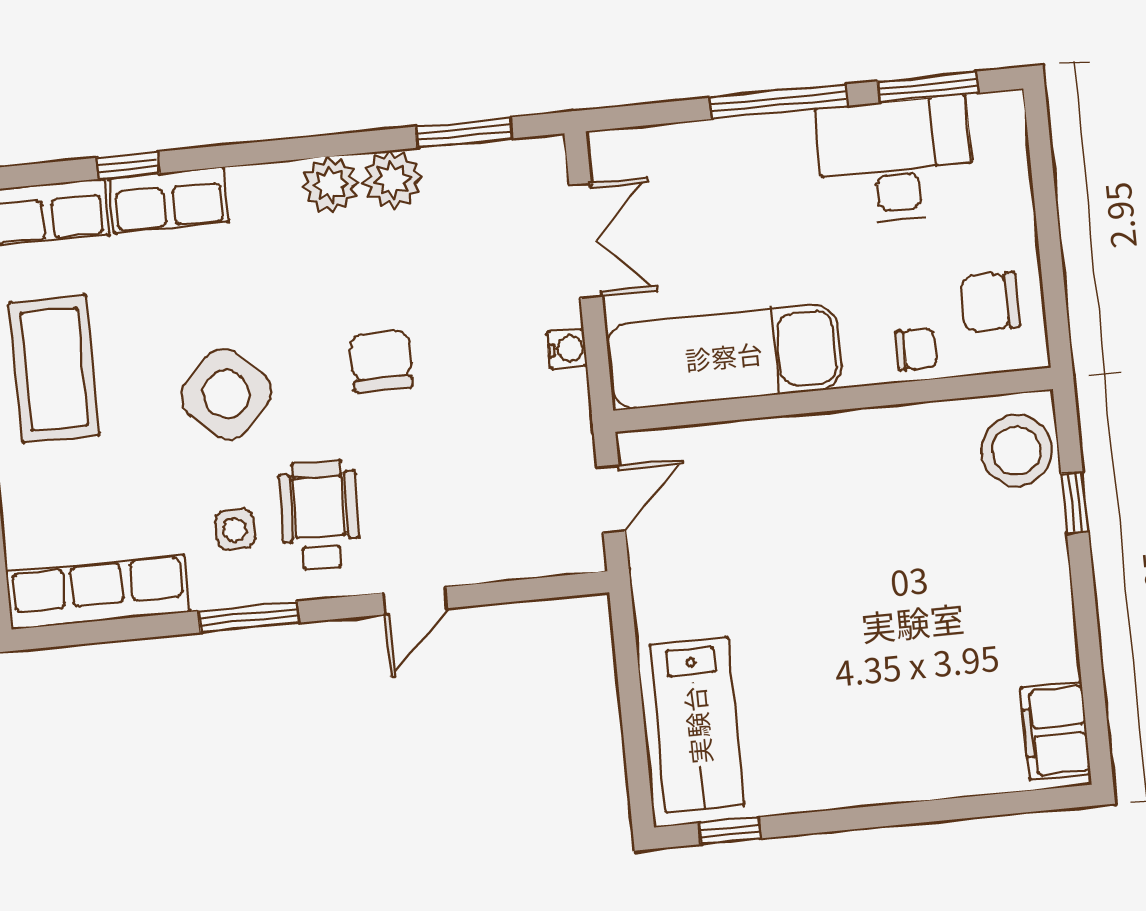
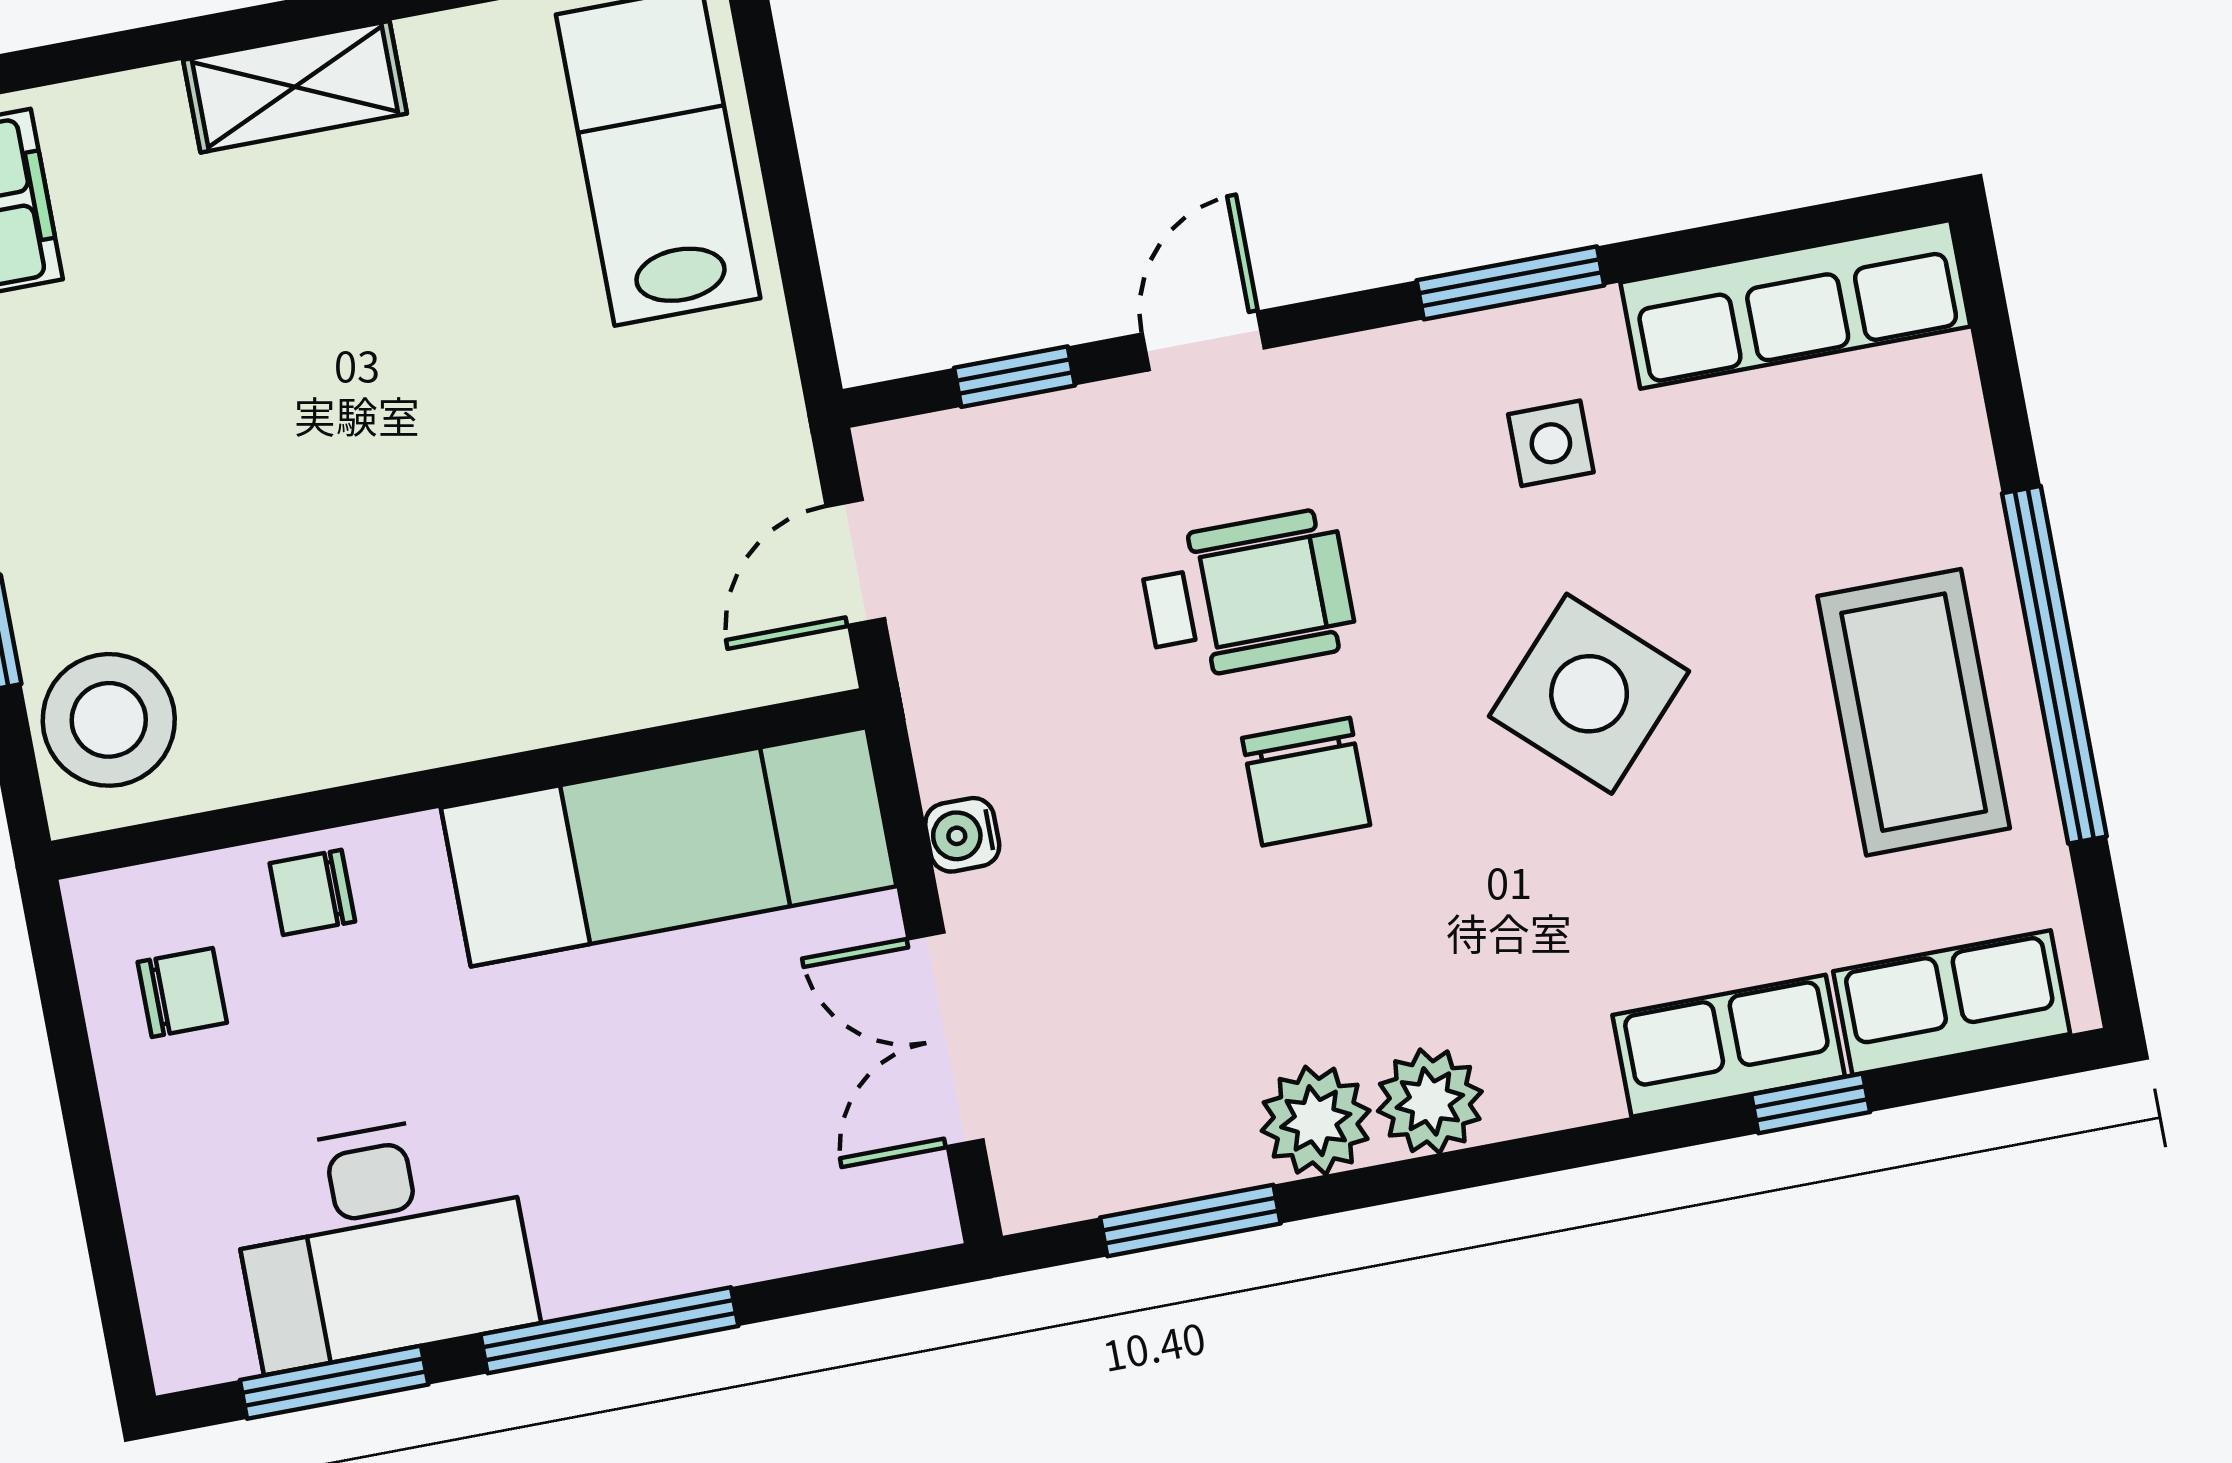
chair: (990, 302) -> (182, 992), width x0.73, depth x0.73
wheelchair: (319, 515) -> (1248, 595), moved, turned -92
window: (517, 591) -> (1014, 377), added
shelving: (887, 779) -> (295, 87), added

